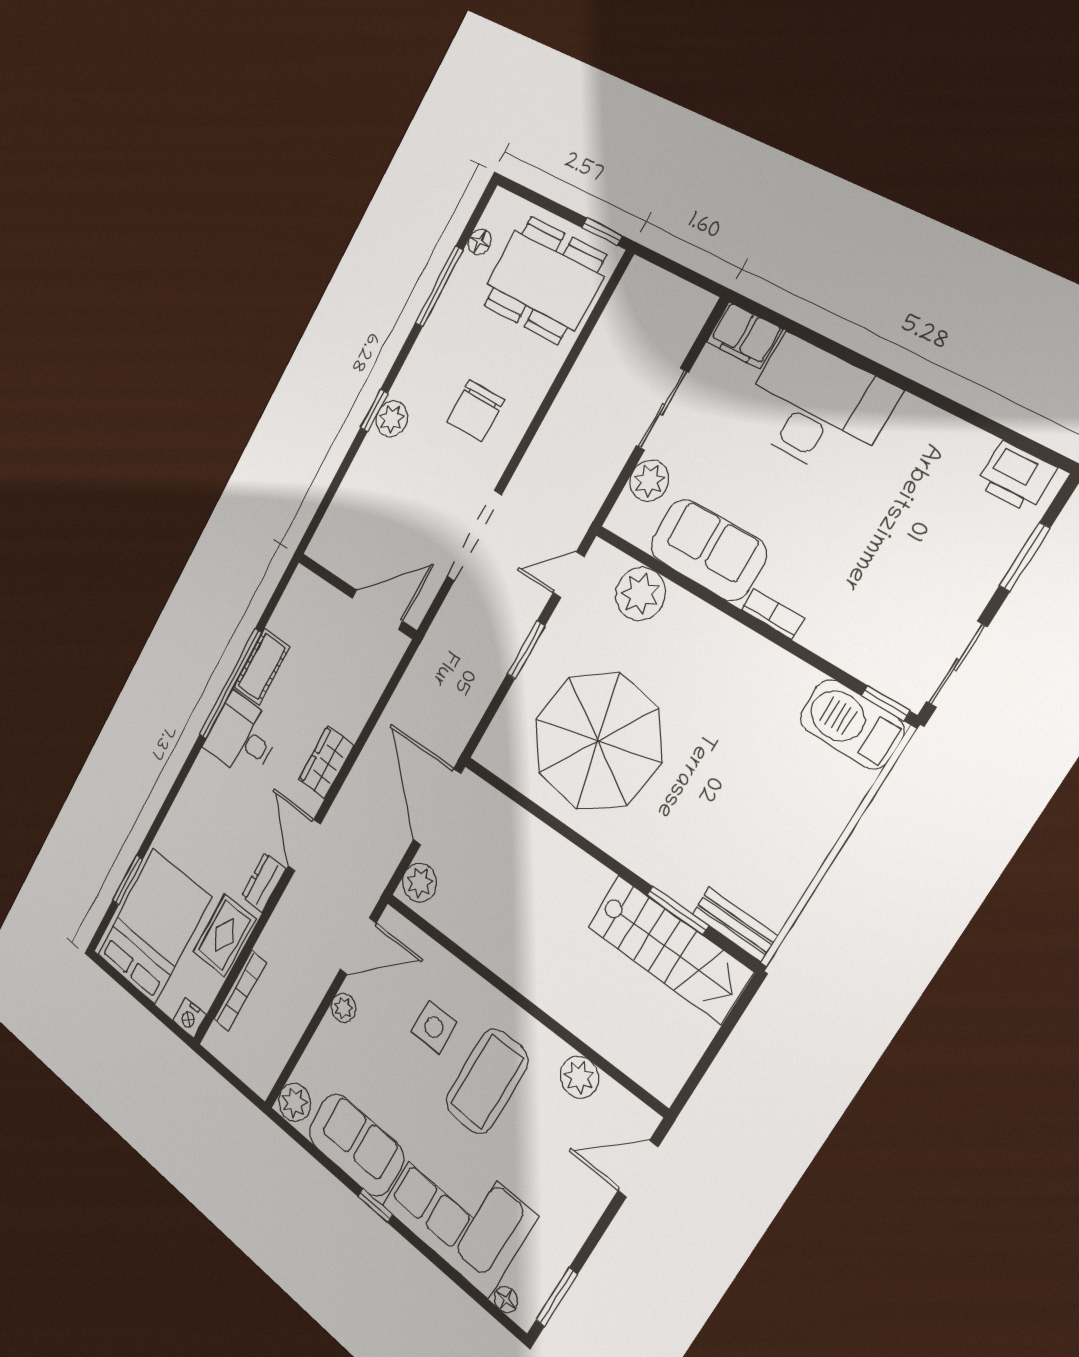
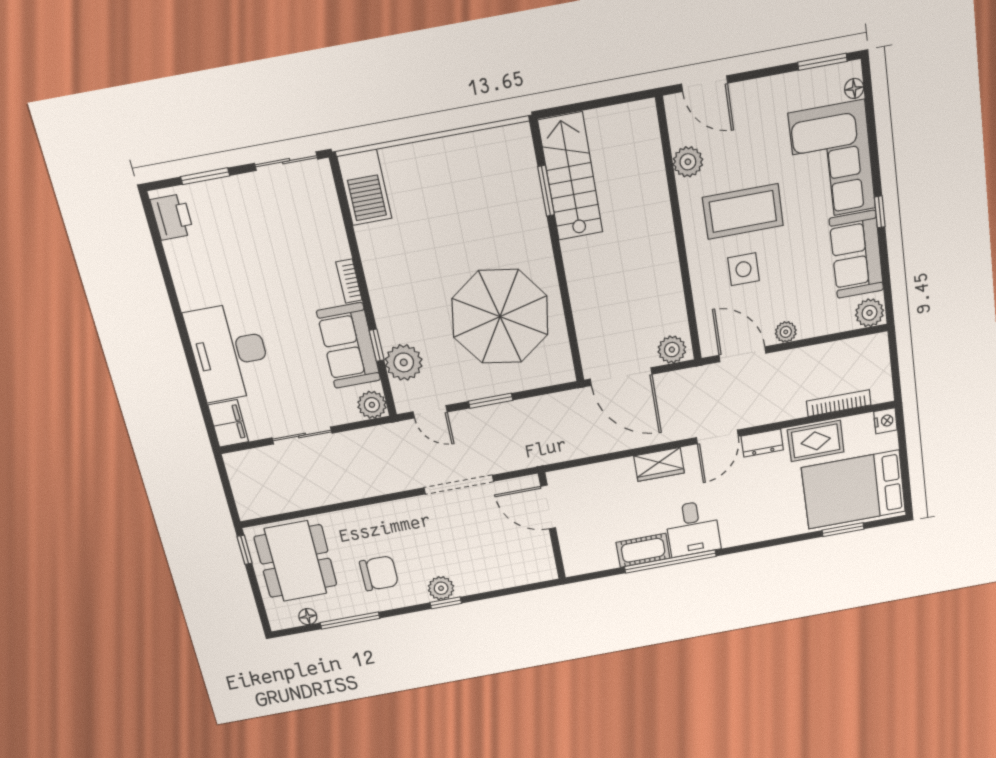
chair: (475, 411) -> (379, 573), moved
plant: (649, 481) -> (372, 405), moved
window: (886, 703) -> (377, 345), moved
door: (437, 807) -> (621, 377), hinge flipped
bench: (735, 925) -> (523, 153), removed

